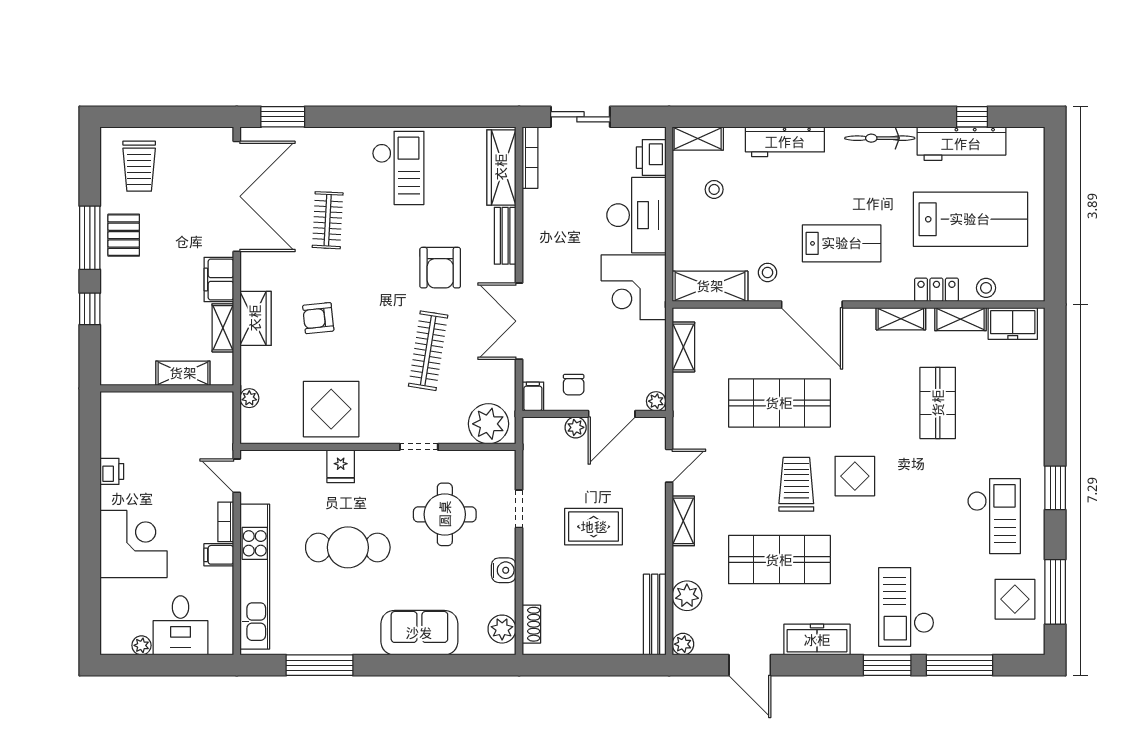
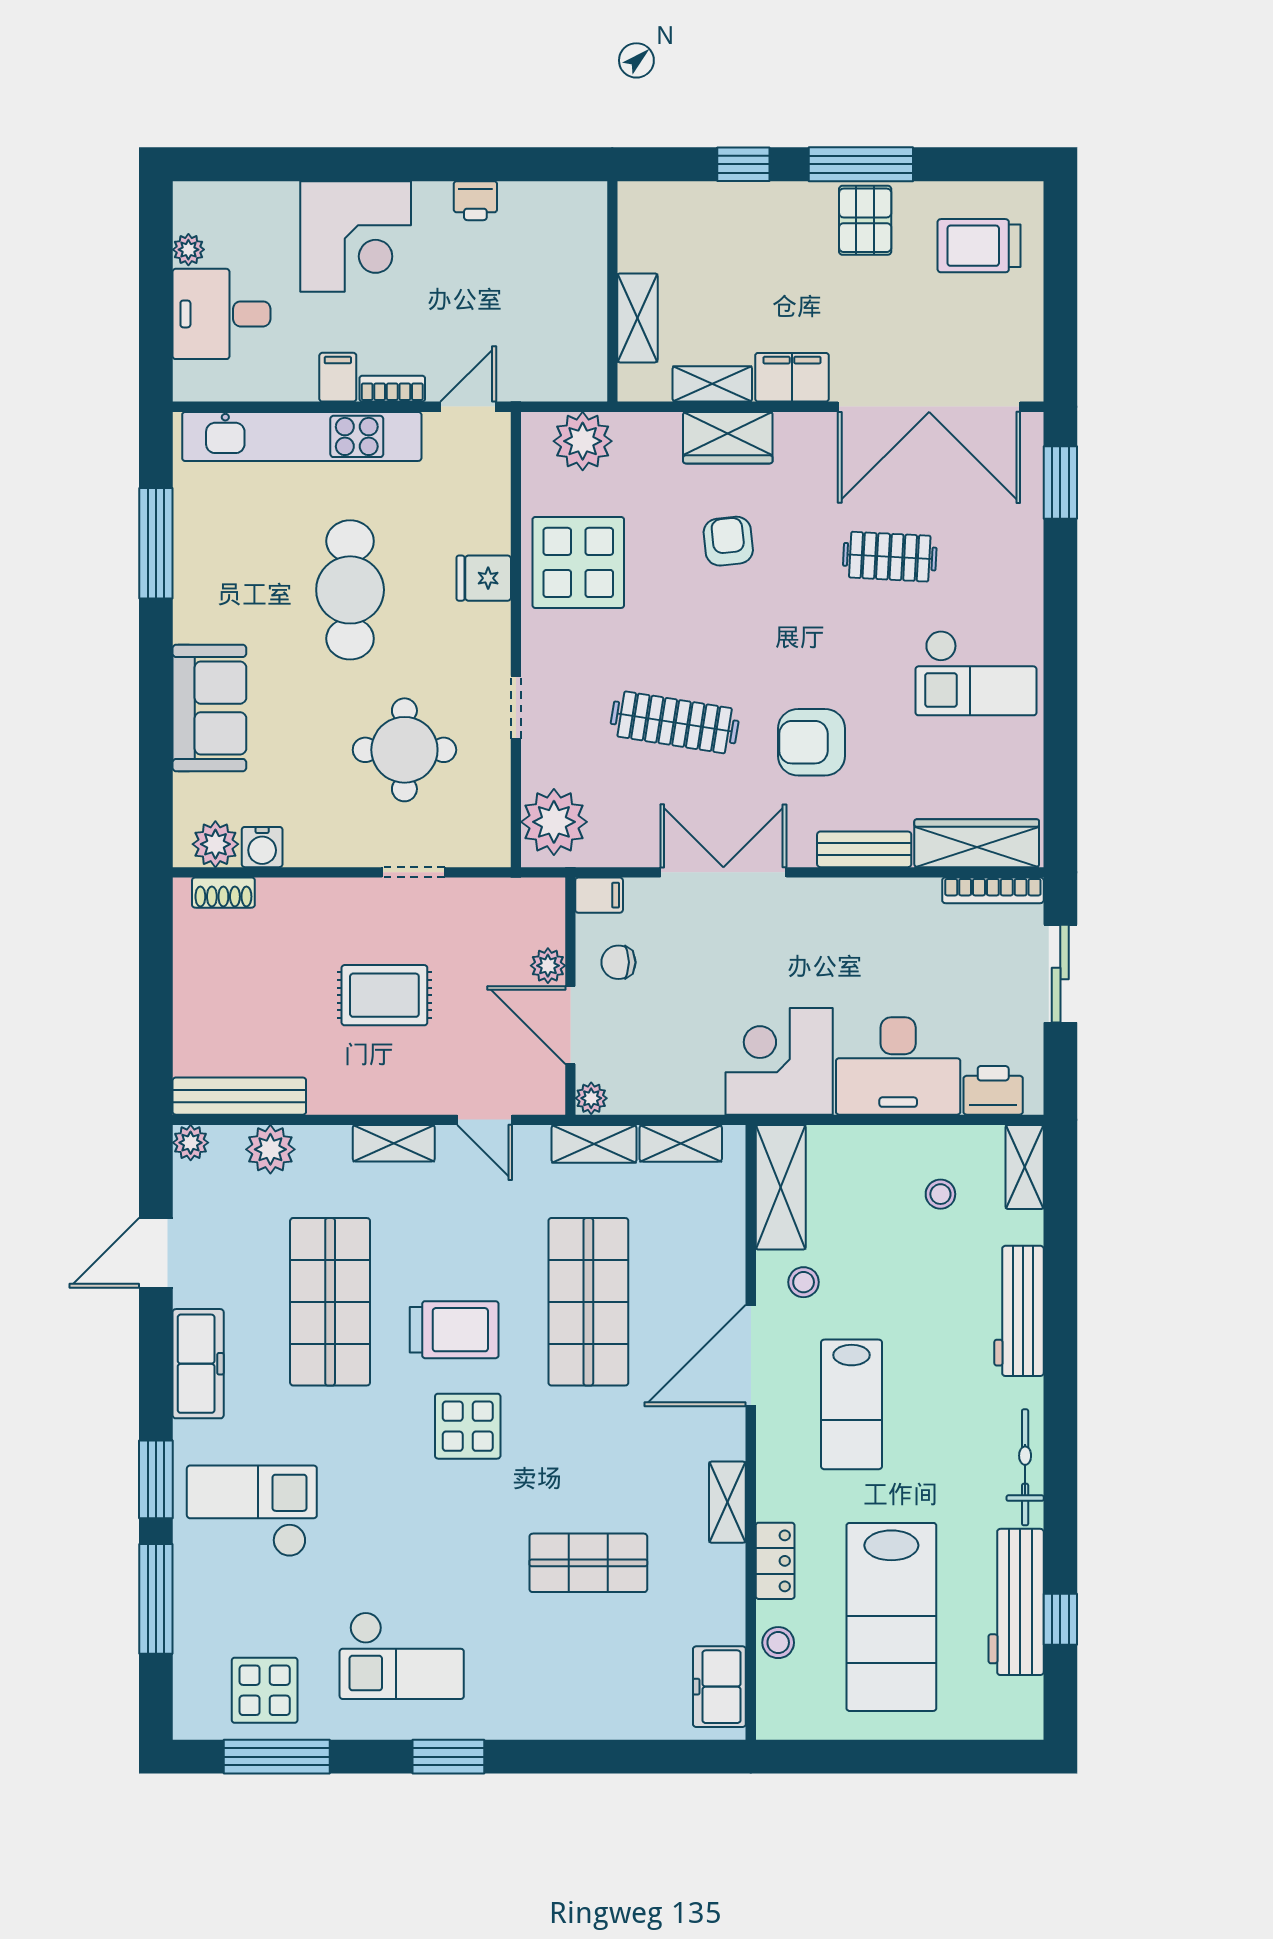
pallet: (124, 235) -> (865, 220), turned 90
shelving: (961, 319) -> (594, 1144), moved, turned 90
plant: (249, 398) -> (583, 441), width x1.88, depth x1.88
rug: (594, 527) -> (384, 995), turned 90
water cooler: (504, 570) -> (262, 847), moved

